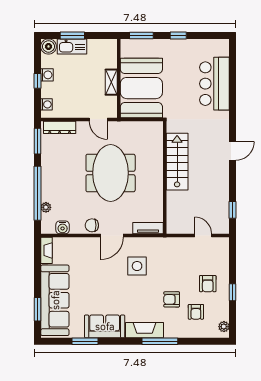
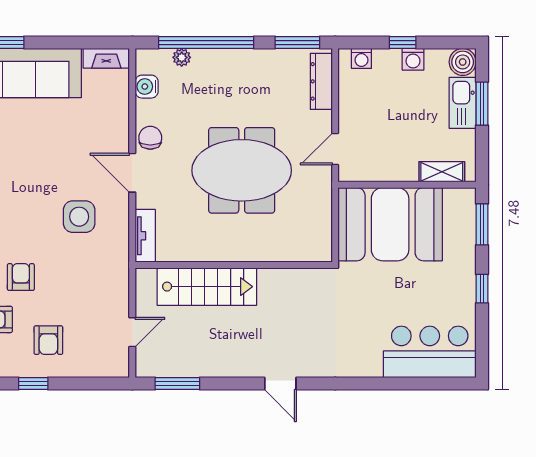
shelving: (111, 82) -> (442, 172), moved
bar counter: (214, 84) -> (430, 352), moved
stairs: (177, 162) -> (207, 287), moved
window: (233, 210) -> (177, 384), width x1.50
armchair: (208, 284) -> (48, 340), turned -90

